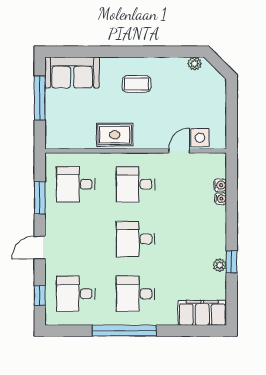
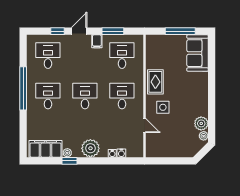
plant: (176, 67) -> (201, 123), added
coffee table: (137, 84) -> (190, 97), removed
side table: (200, 138) -> (163, 107), moved
filing cabinet: (55, 221) -> (97, 41), added
plant: (213, 231) -> (90, 148), added
door: (40, 248) -> (79, 31), hinge flipped
window: (40, 295) -> (57, 31), moved
filing cabinet: (202, 313) -> (46, 149), moved, turned -90

